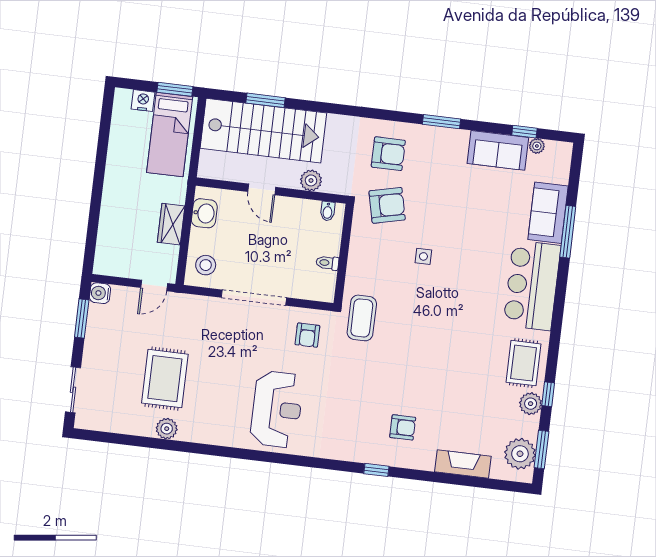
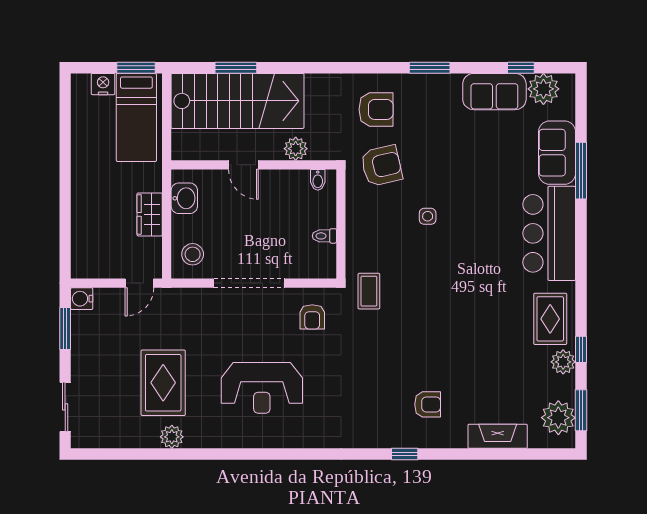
plant: (537, 146) -> (543, 89), width x1.87, depth x1.87
coffee table: (362, 318) -> (369, 291), width x0.73, depth x0.77
reception desk: (277, 409) -> (262, 388), moved, turned 90

